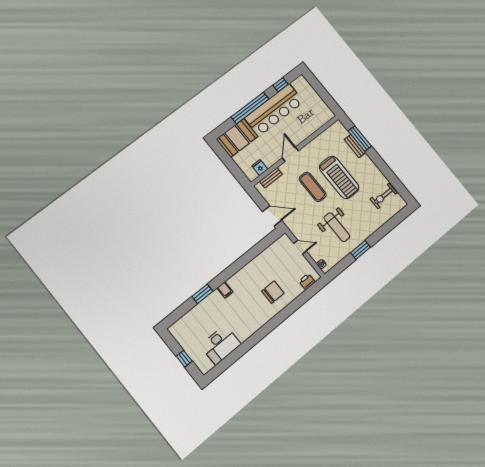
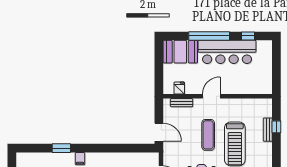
window: (360, 138) -> (276, 127), width x0.46

